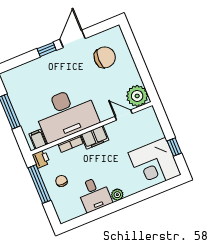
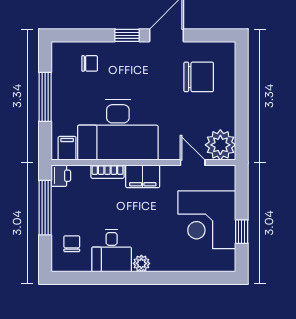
chair: (30, 78) -> (90, 63), added
corner desk: (155, 164) -> (207, 220), moved
chair: (61, 181) -> (72, 244), moved

